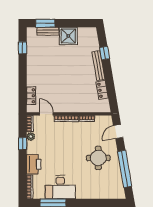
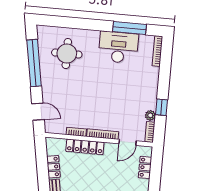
locker: (79, 108) -> (85, 147), added
door: (46, 114) -> (128, 142), hinge flipped
door: (118, 131) -> (38, 112), hinge flipped
round table: (98, 158) -> (67, 54), moved
printer: (34, 164) -> (150, 80), removed

